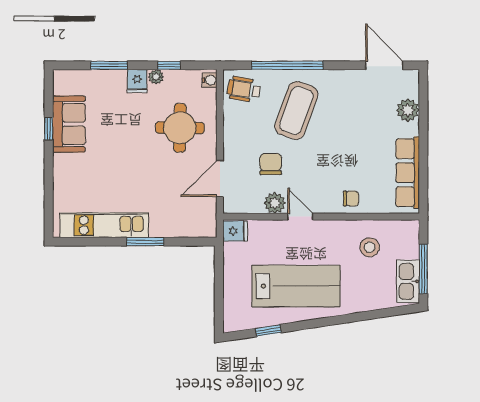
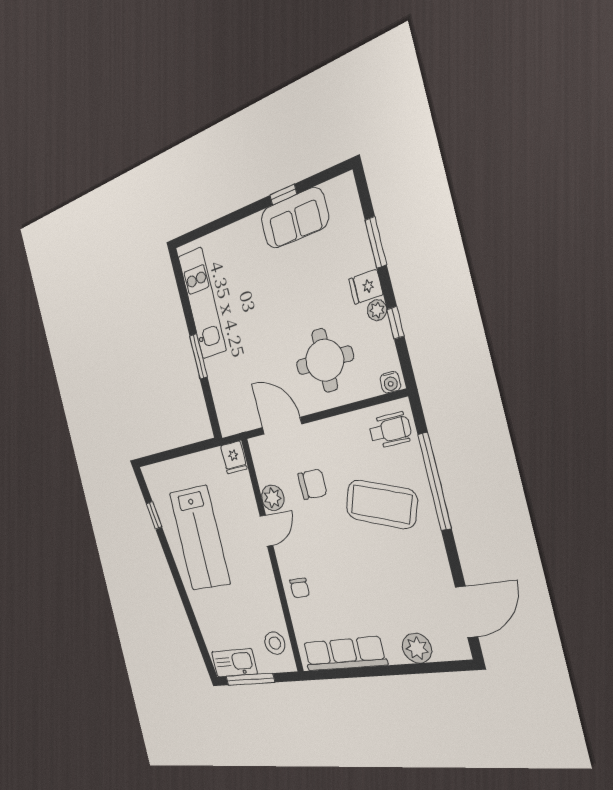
wheelchair: (244, 89) -> (390, 430), turned 80
stool: (370, 247) -> (275, 643), moved

